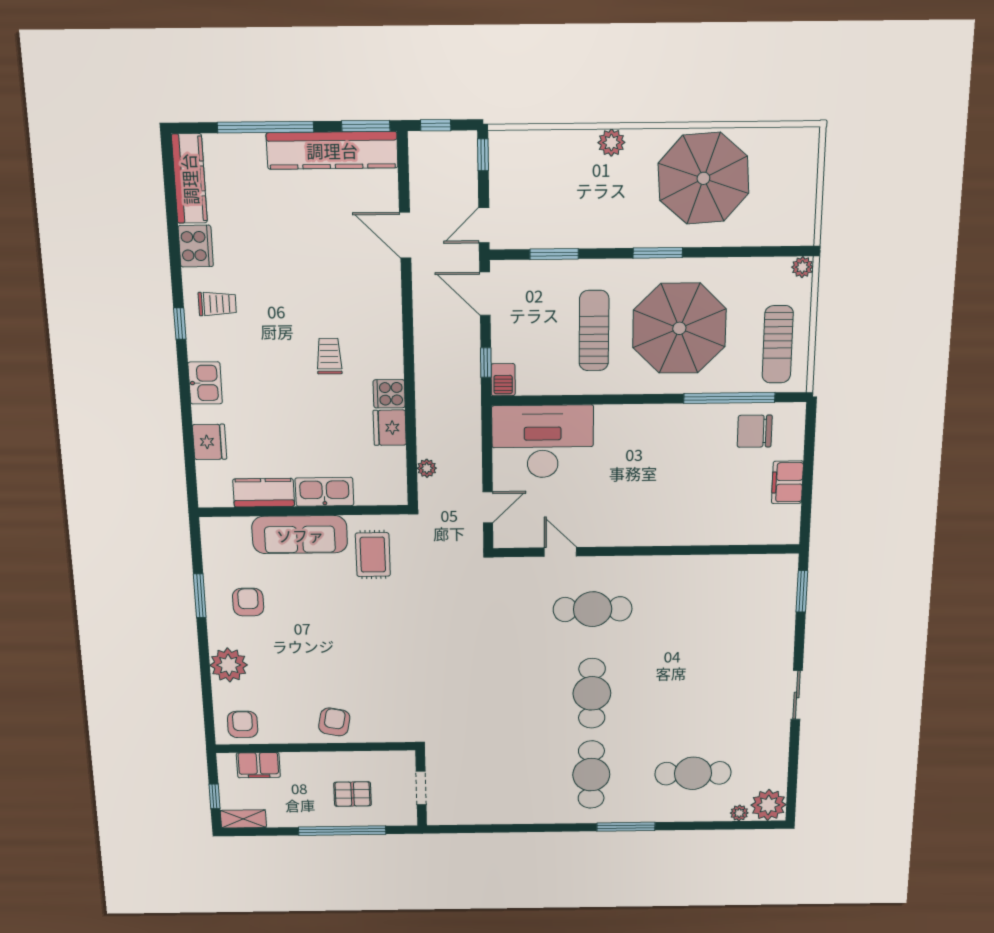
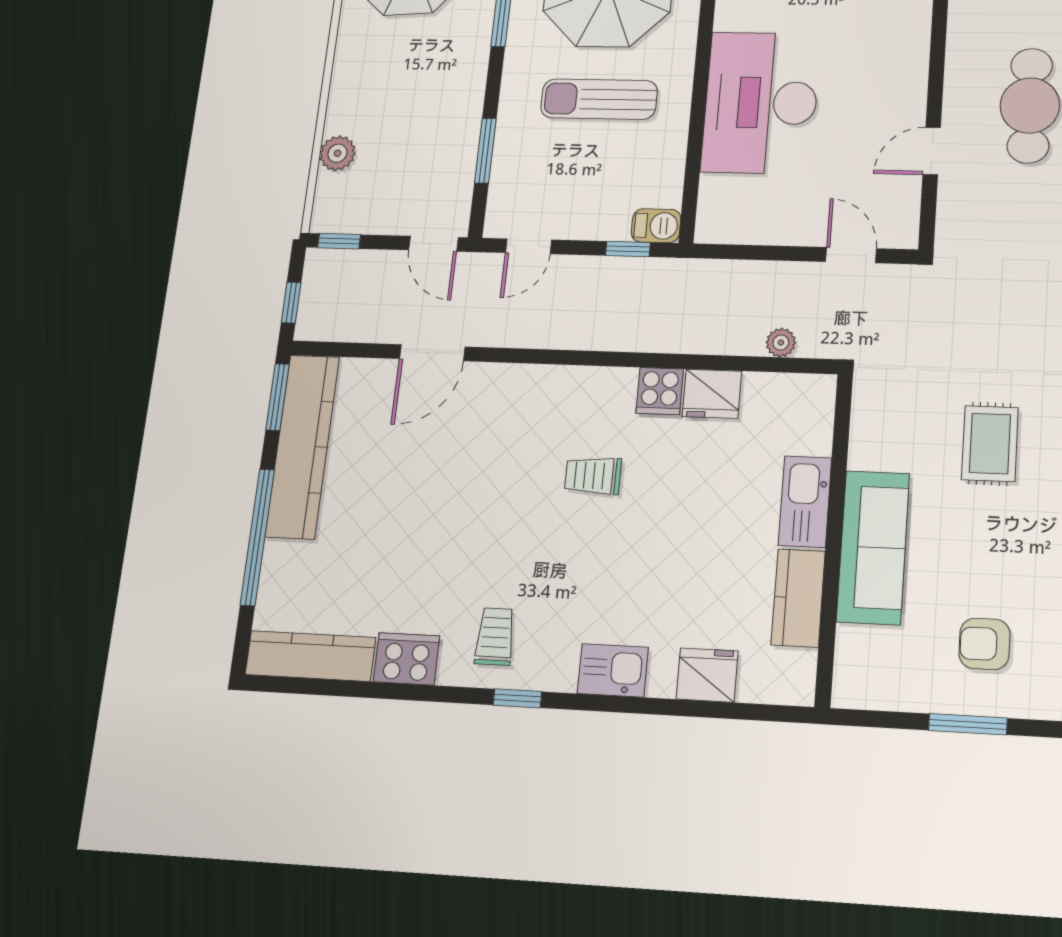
plant: (611, 143) -> (337, 153), moved
door: (485, 294) -> (528, 246), width x0.73
desk: (543, 442) -> (761, 103), moved
rug: (373, 555) -> (990, 444), moved, turned 90

